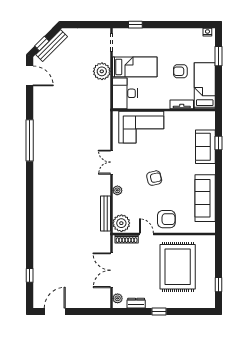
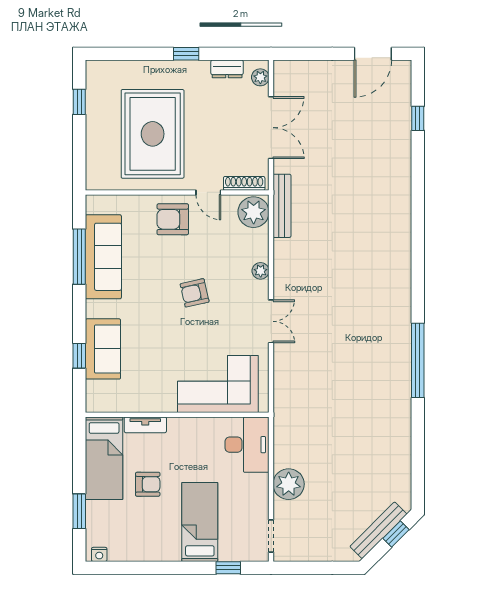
bed: (135, 67) -> (200, 522), moved, turned 90
door: (30, 76) -> (418, 476), removed
window: (219, 198) -> (79, 257), added
bench: (105, 214) -> (282, 206), moved

